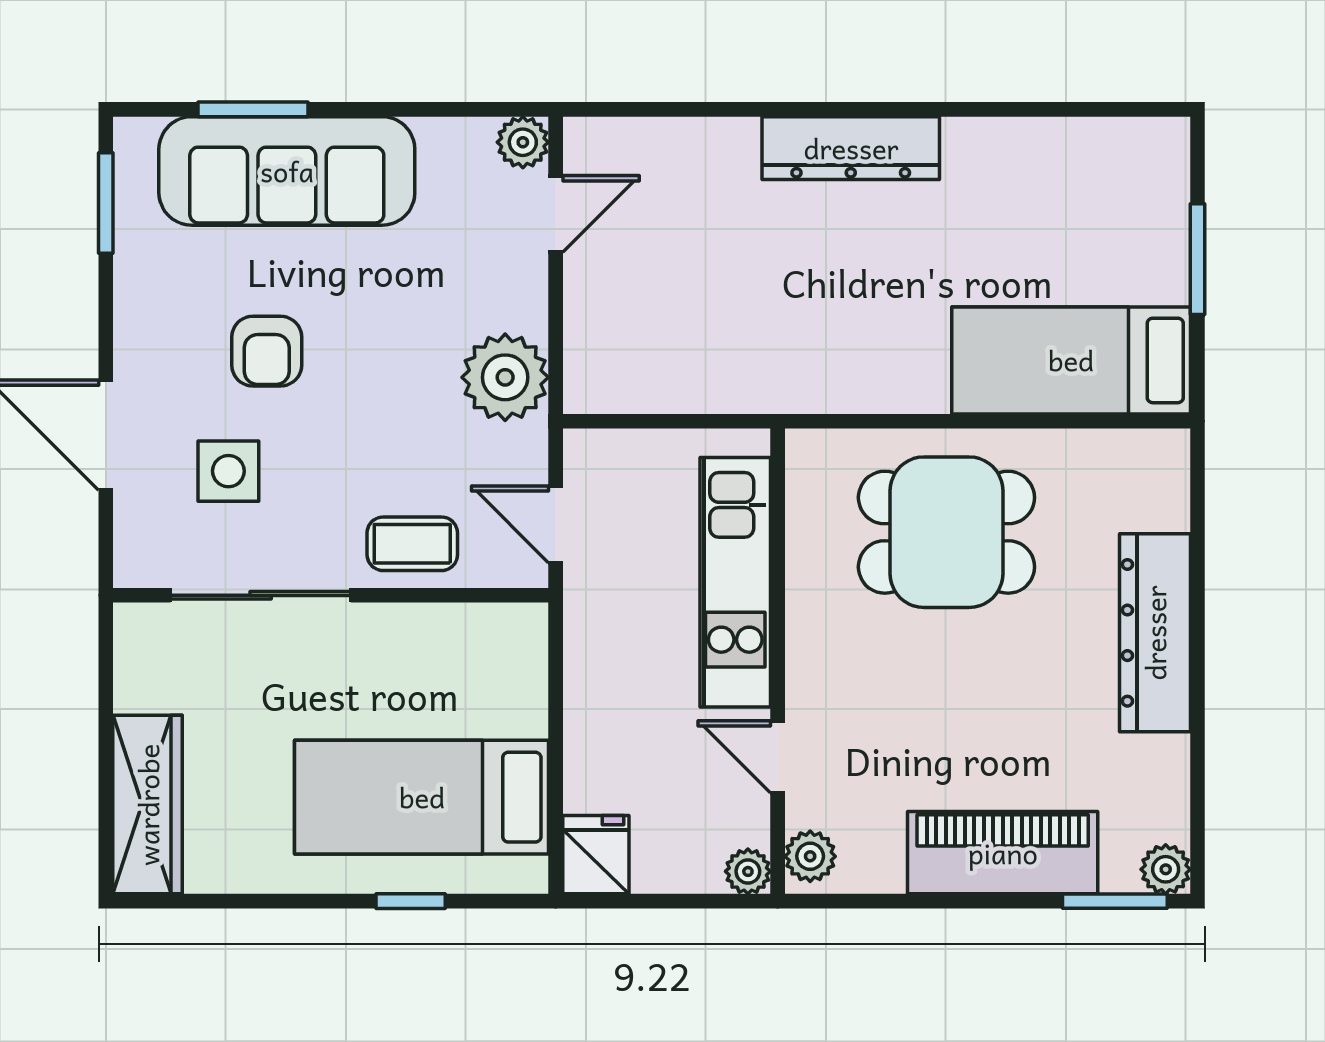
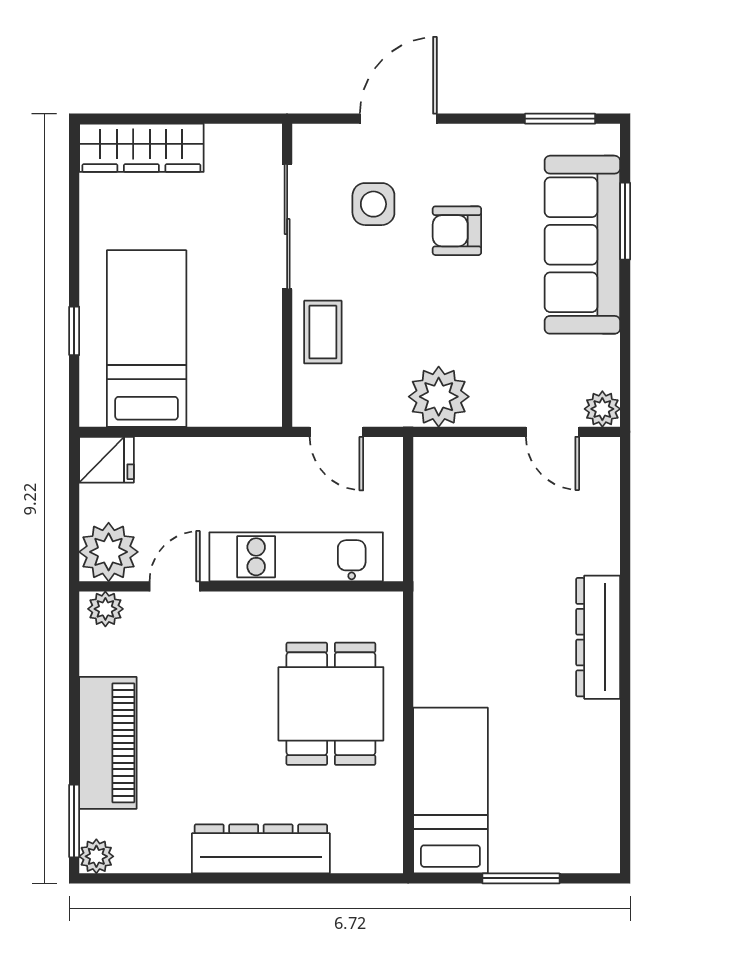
door: (556, 524) -> (336, 432), swing flipped
plant: (748, 871) -> (109, 552), width x1.87, depth x1.87

